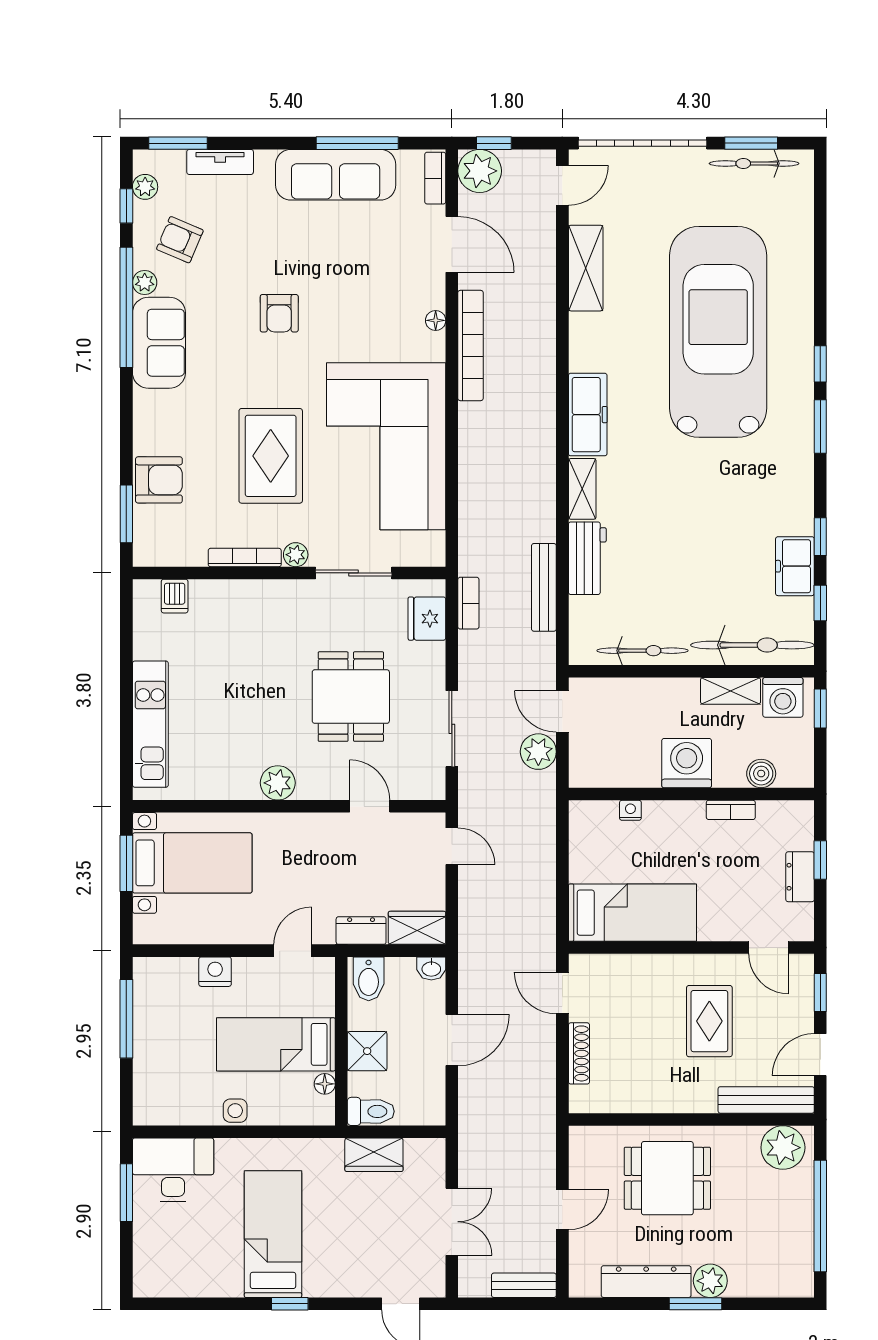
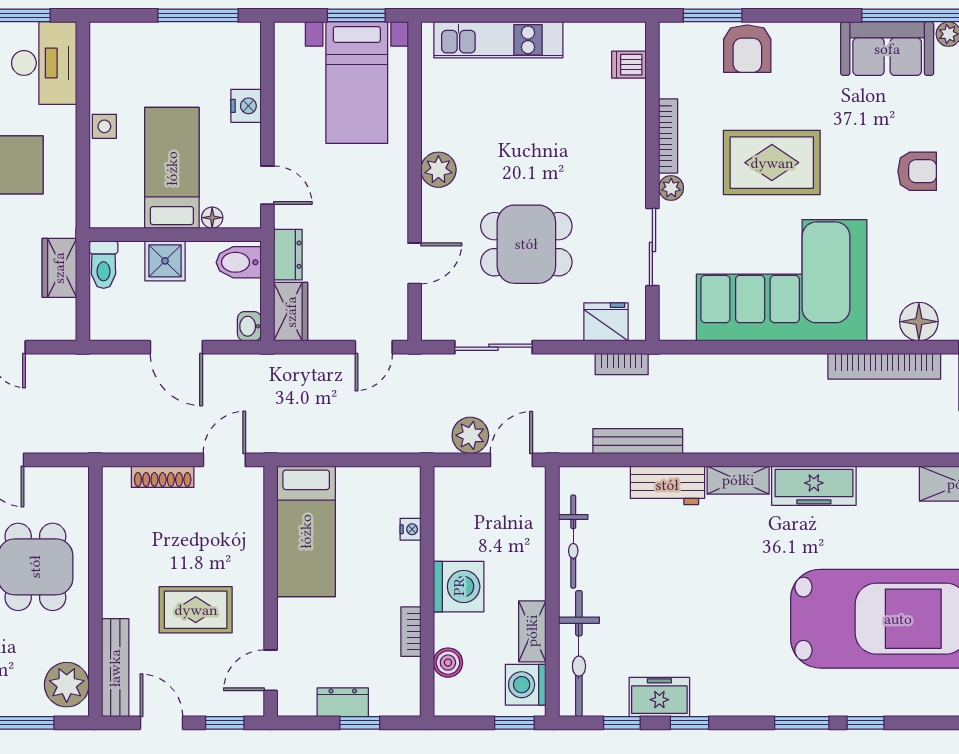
armchair: (279, 313) -> (917, 171), turned 180
floor lamp: (436, 320) -> (919, 322), width x1.89, depth x1.89
floor lamp: (325, 1084) -> (212, 218), moved

